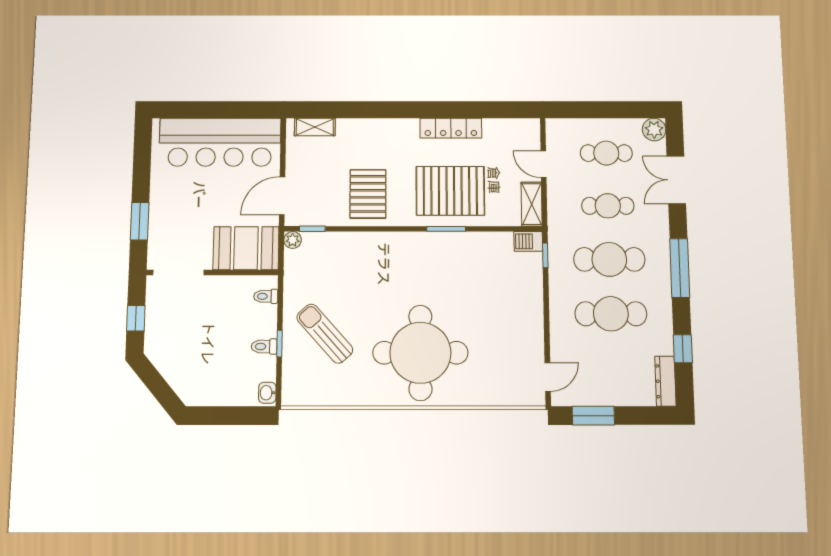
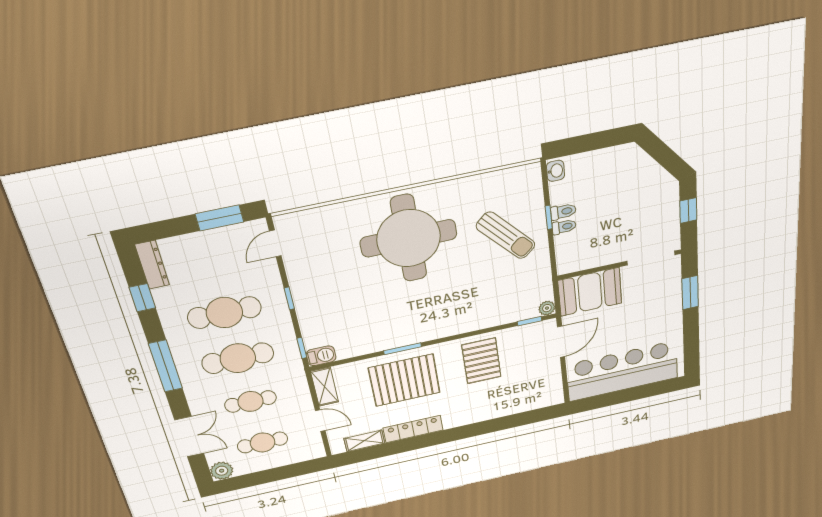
shelving: (315, 127) -> (364, 441), moved
toilet: (266, 296) -> (564, 227), moved
window: (546, 314) -> (289, 298), added

